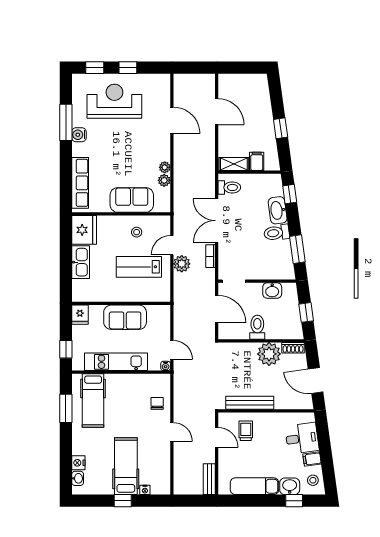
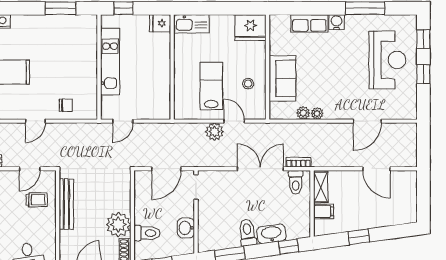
door: (217, 112) -> (376, 169), hinge flipped
water cooler: (79, 135) -> (337, 22), moved
row of seats: (80, 183) -> (309, 23), width x0.68
bookcase: (211, 256) -> (298, 162), moved
kitchen sink: (81, 262) -> (191, 24), moved
sofa: (125, 317) -> (157, 71), removed
toilet: (257, 327) -> (147, 233), moved
water cooler: (166, 366) -> (106, 114), removed
hospital bed: (93, 401) -> (69, 37), removed

